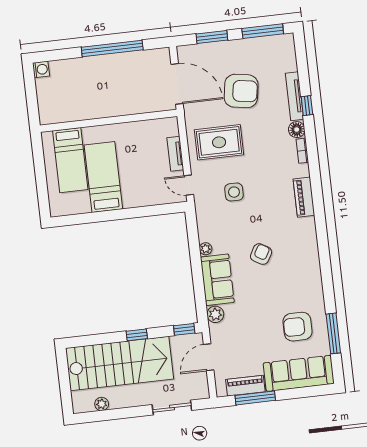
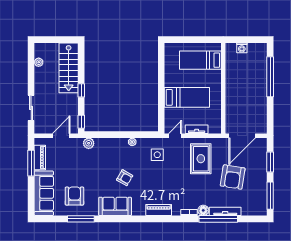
window: (112, 49) -> (270, 77), moved
washing machine: (41, 69) -> (242, 48), moved
window: (307, 106) -> (218, 219), width x3.17
bed: (103, 177) -> (187, 97), moved
side table: (234, 192) -> (157, 155), moved
sofa: (217, 280) -> (115, 206), moved, turned 180
window: (333, 333) -> (81, 219), moved
door: (209, 357) -> (61, 136), hinge flipped
stairs: (119, 364) -> (69, 68), width x0.73, depth x0.66

